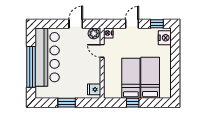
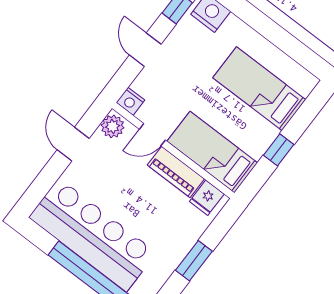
piano: (95, 70) -> (176, 172), added
bed: (131, 78) -> (212, 152), moved

